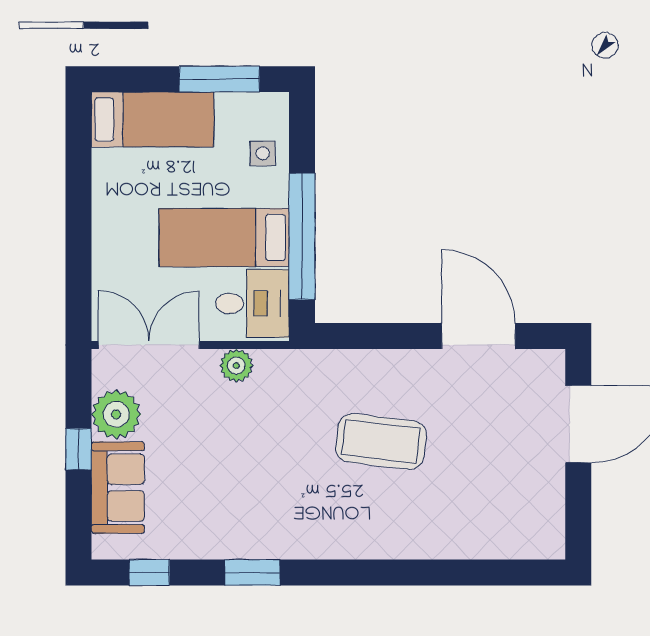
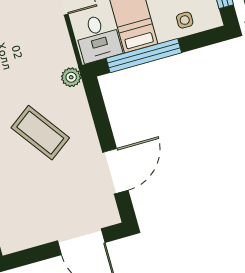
plant: (236, 366) -> (71, 77), moved
coffee table: (381, 442) -> (40, 133), turned -43

